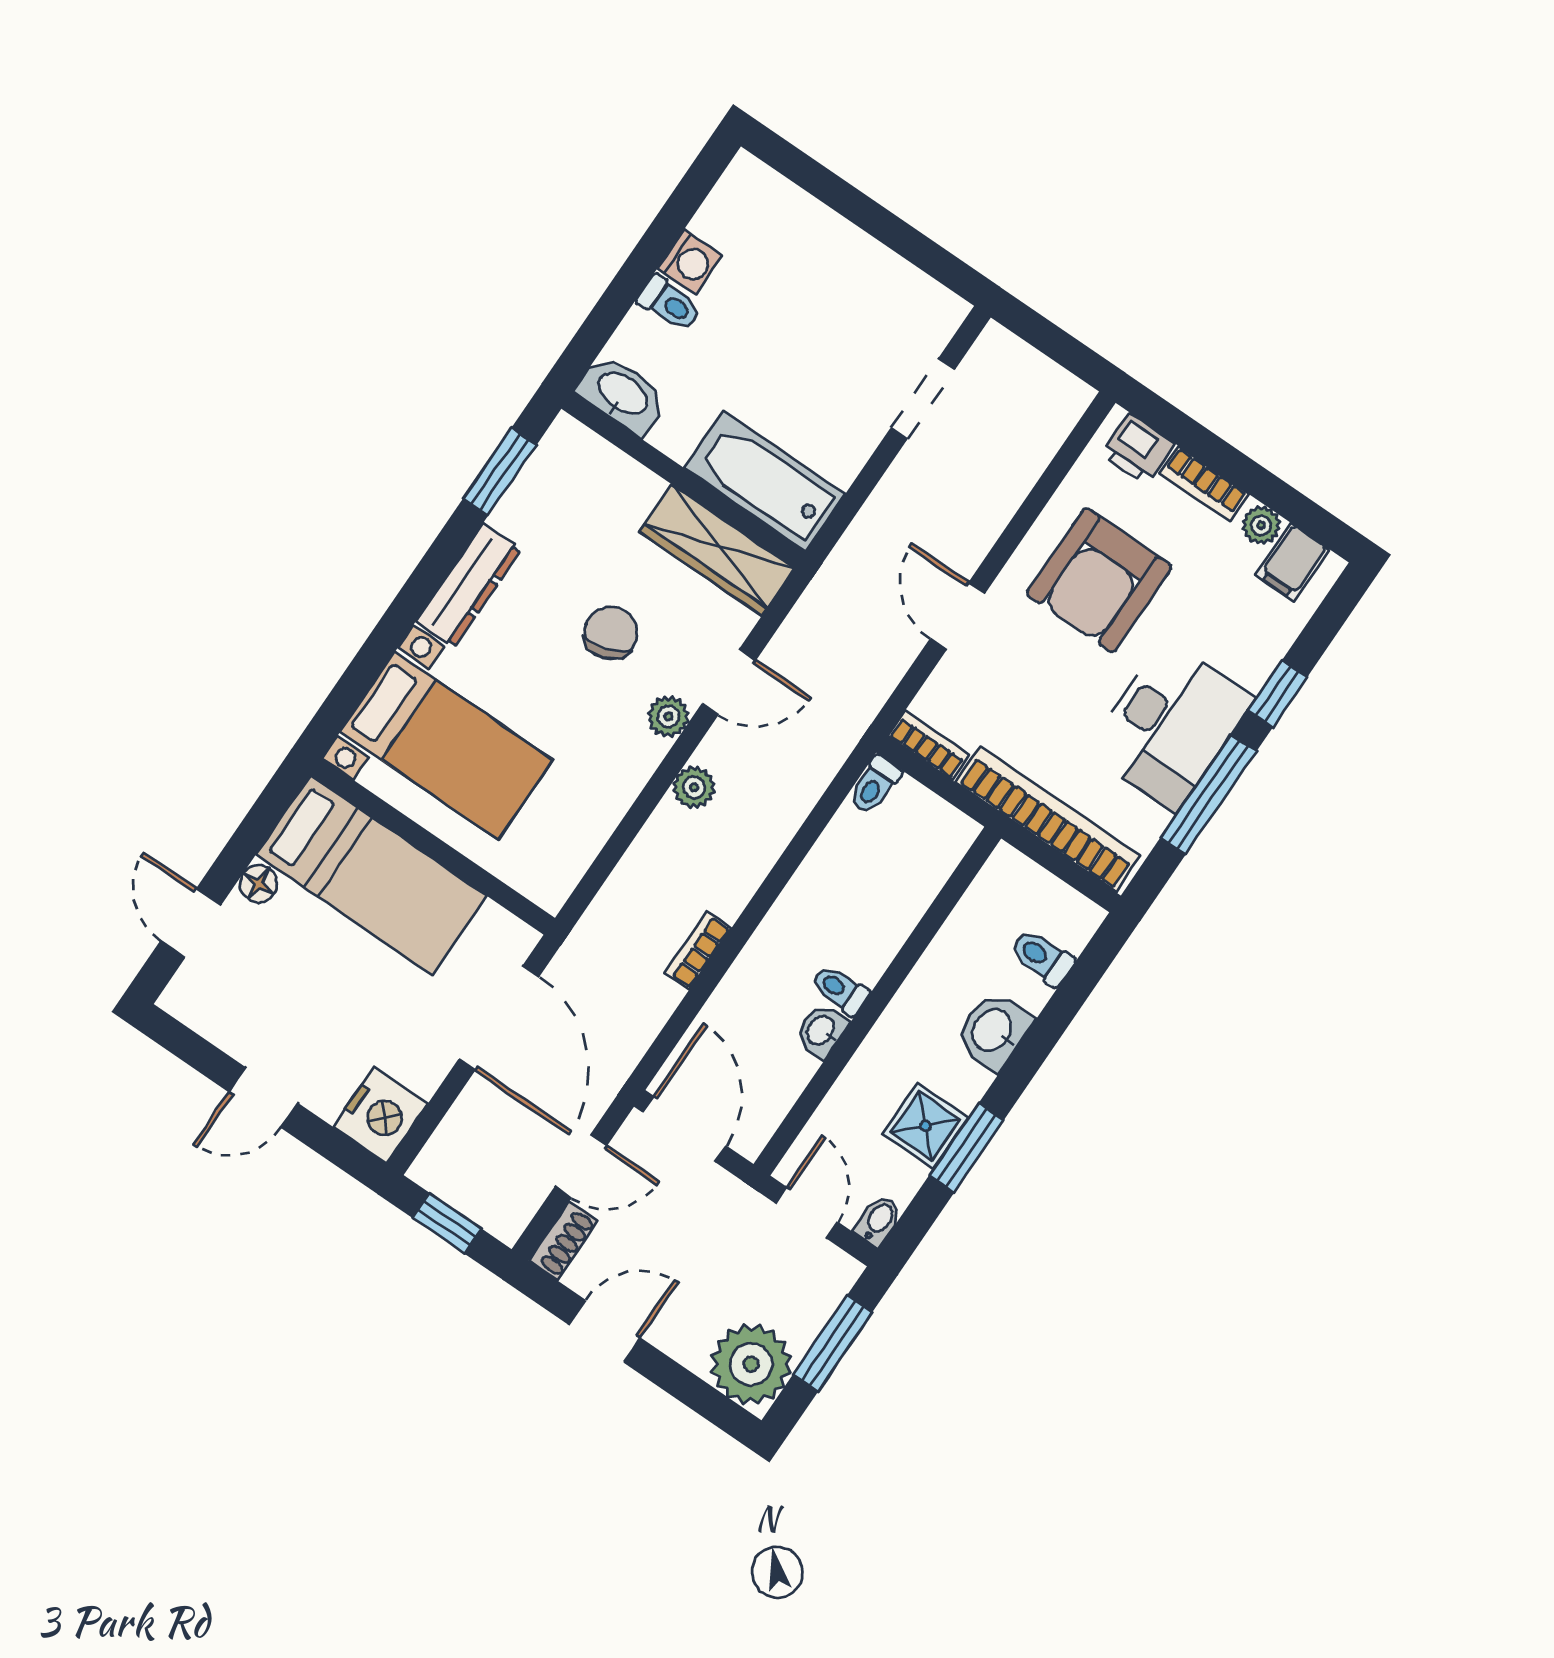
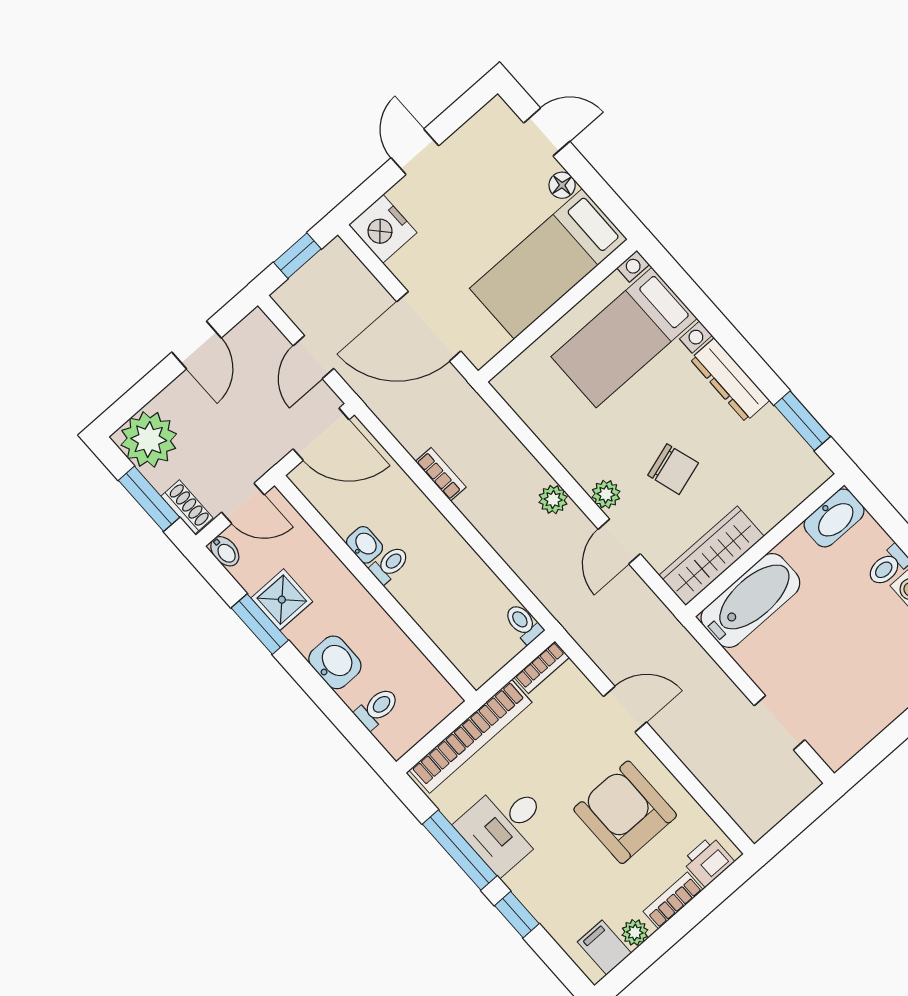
desk: (1170, 725) -> (505, 826), width x0.73
shoe rack: (563, 1241) -> (187, 507), moved, turned 180

